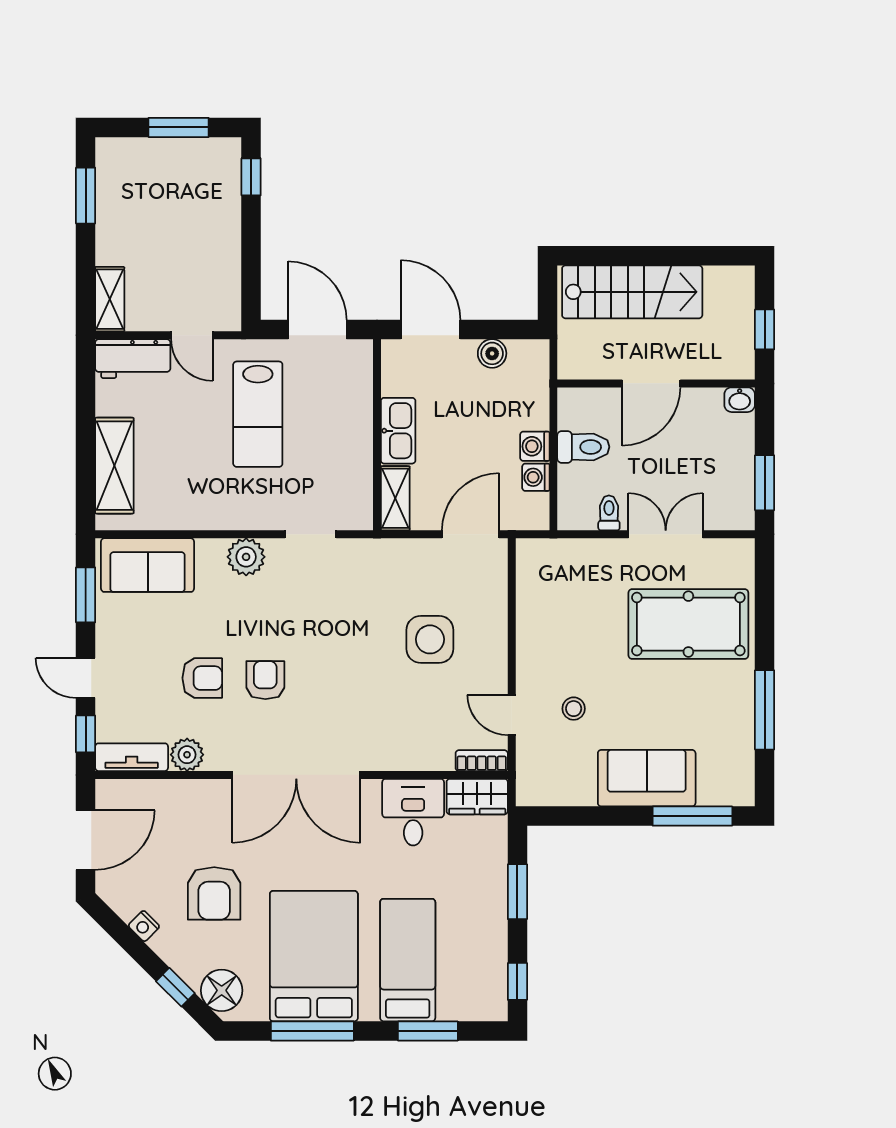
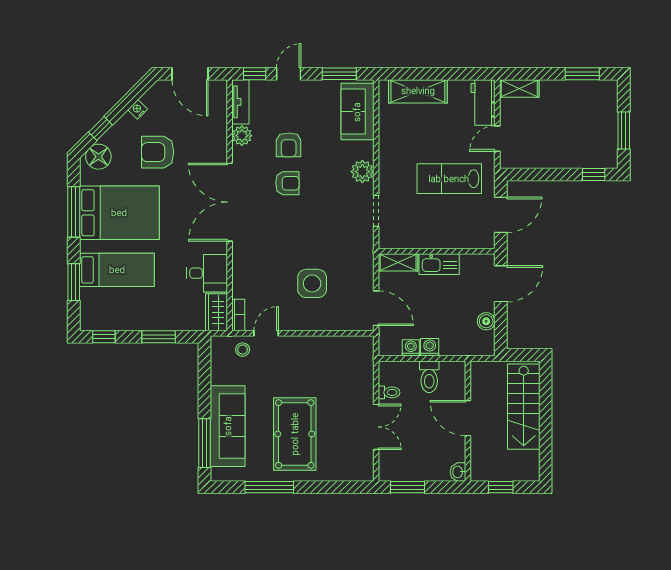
pool table: (688, 624) -> (295, 434), moved
stool: (574, 709) -> (243, 350), moved
sofa: (647, 778) -> (228, 426), width x1.36

